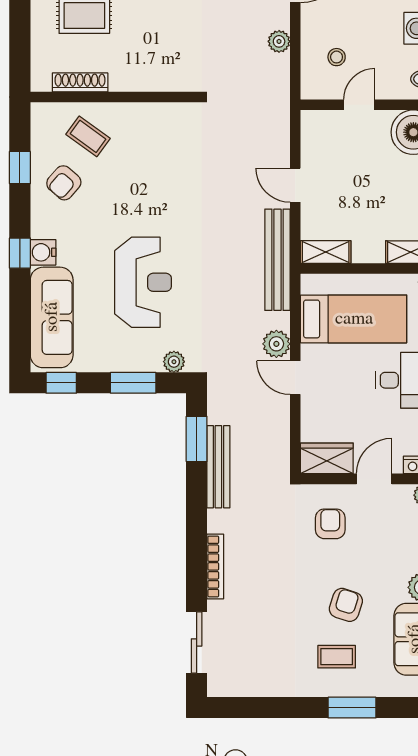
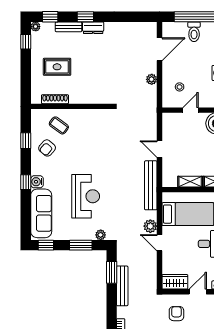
shelving: (326, 252) -> (190, 182), moved

